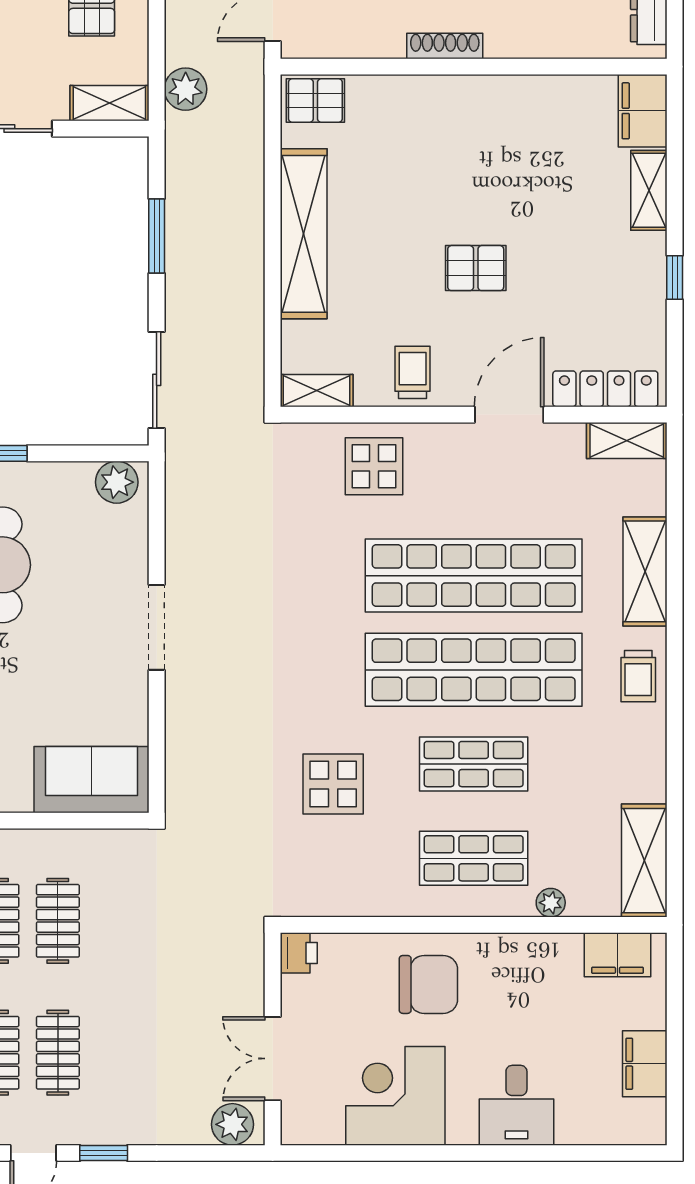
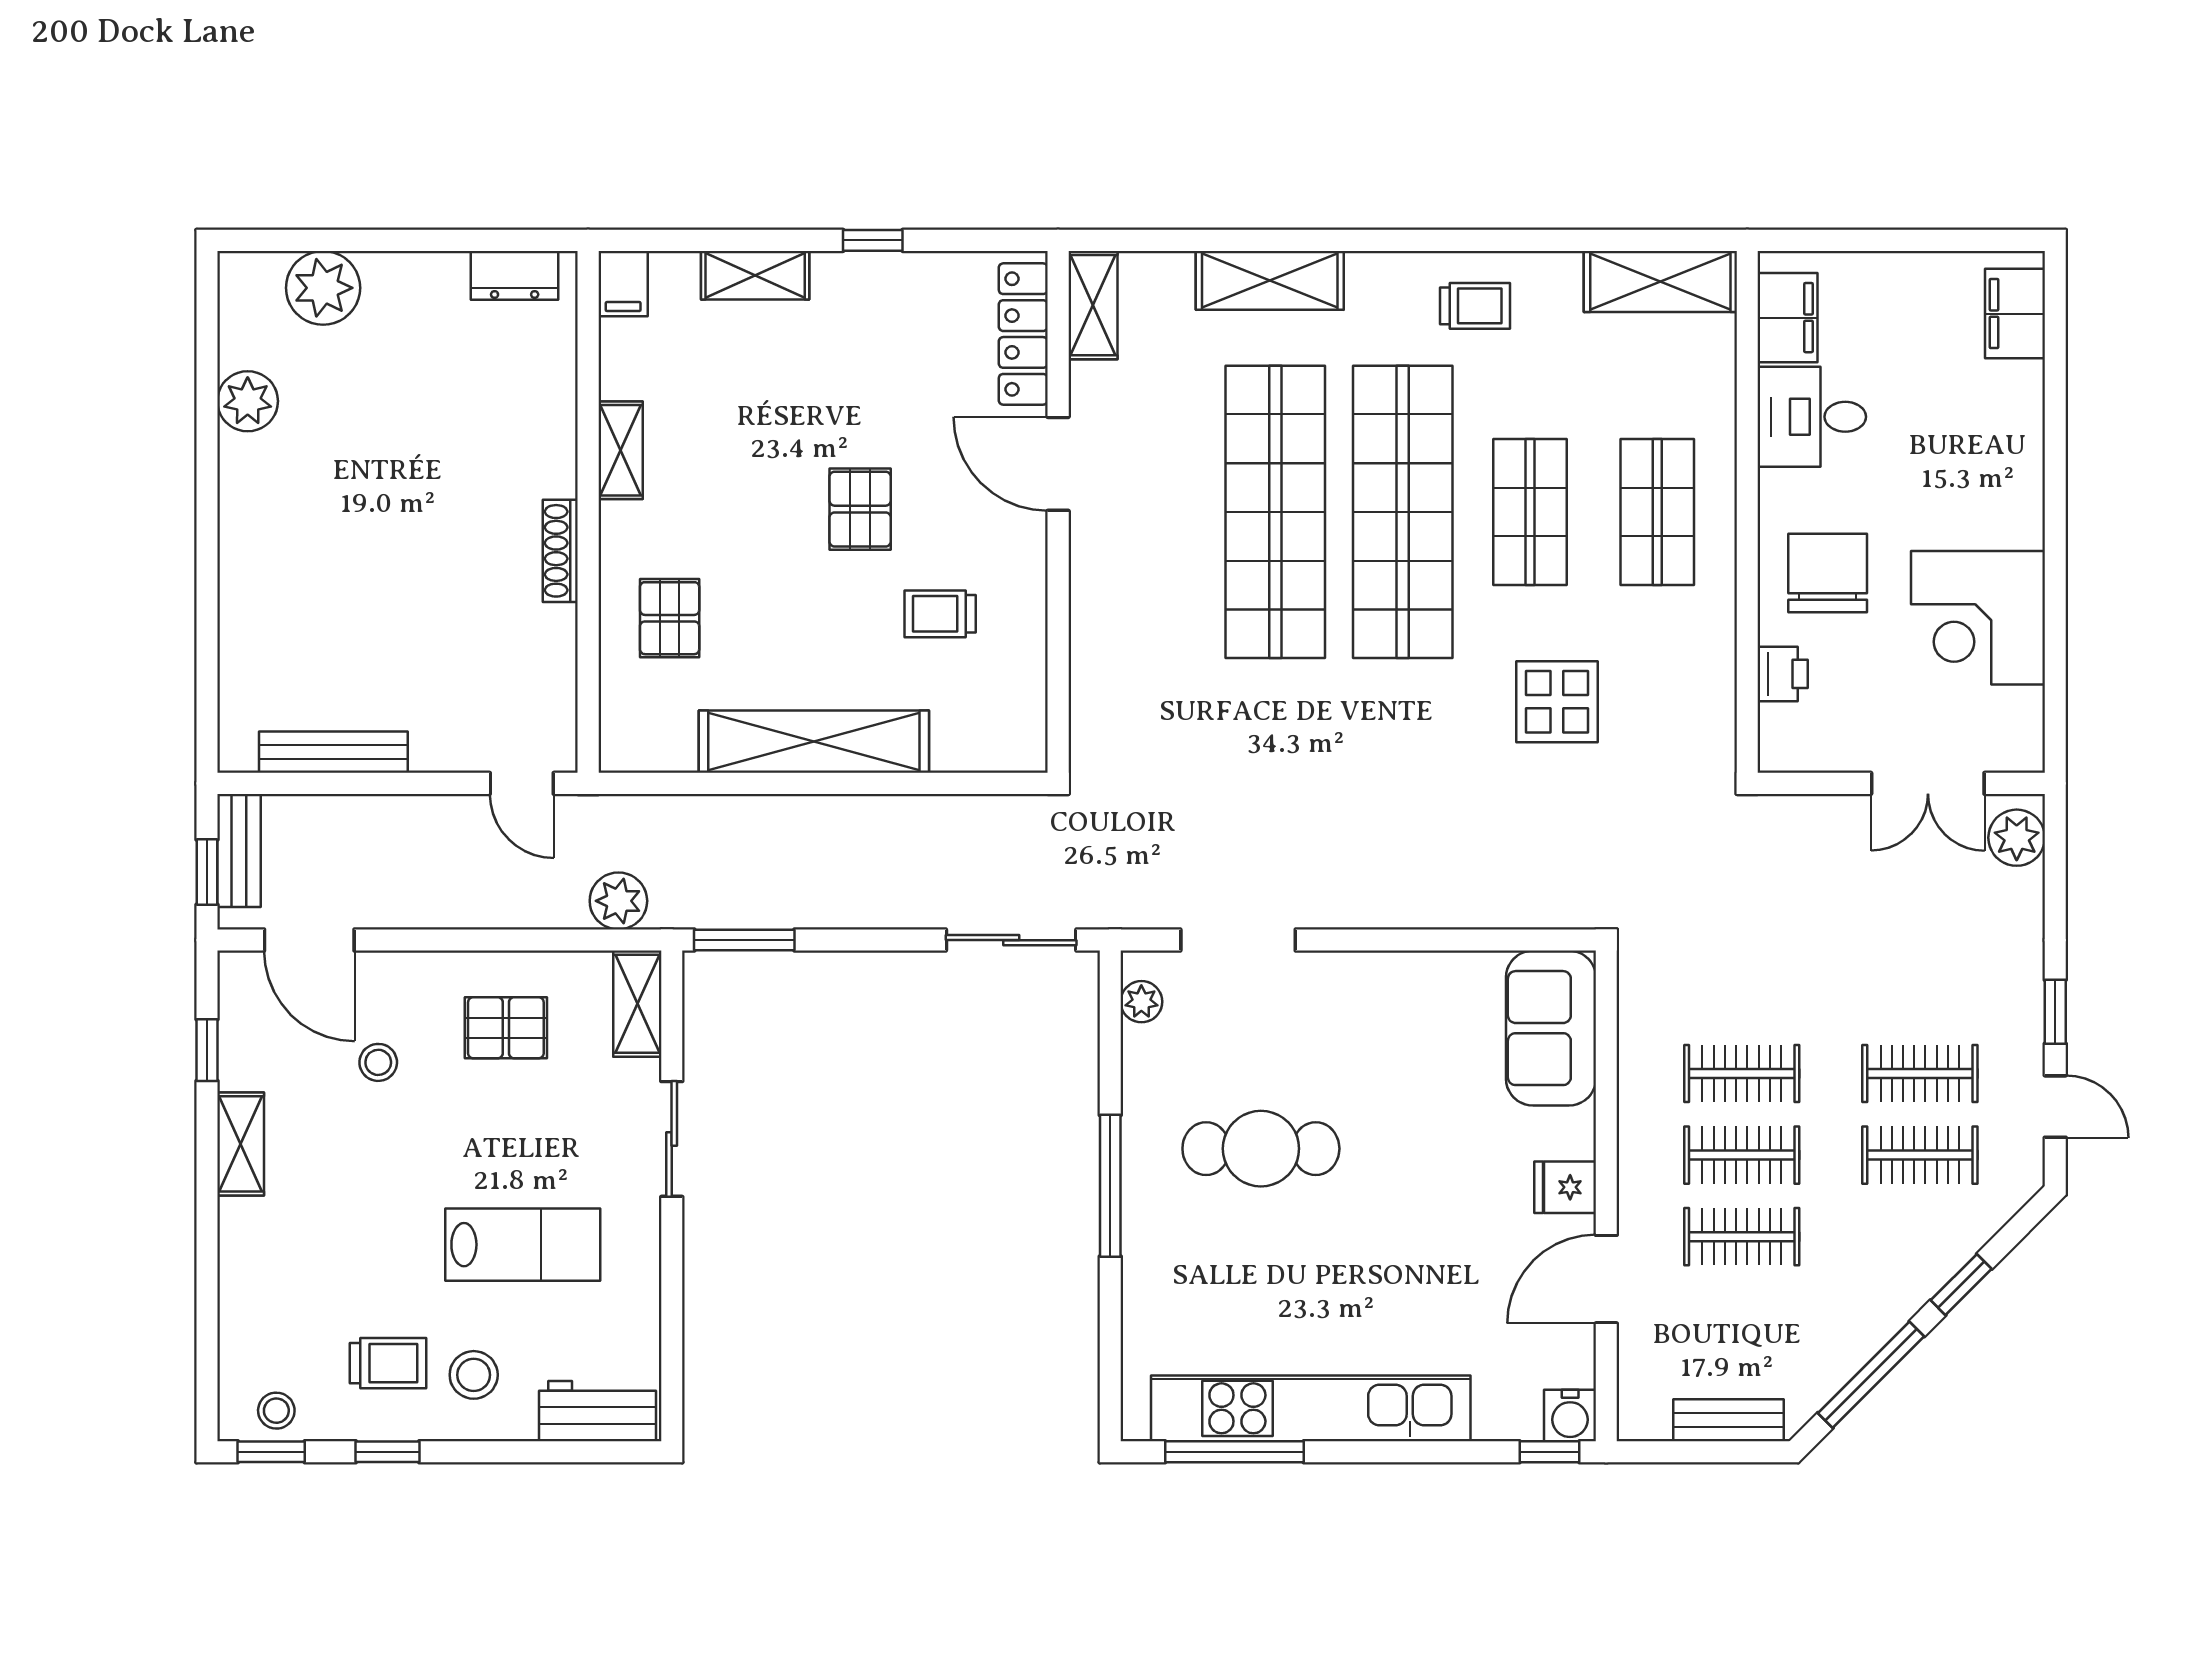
pallet: (315, 101) -> (670, 618), moved
filing cabinet: (643, 111) -> (623, 284), width x0.50
window: (157, 236) -> (744, 940), moved
trolley: (413, 372) -> (940, 614), moved
shelving: (317, 391) -> (621, 450), moved
display table: (374, 466) -> (1128, 647), removed
plant: (117, 482) -> (1141, 1002), width x0.73, depth x0.73
doorway: (157, 627) -> (1238, 940), moved
trolley: (638, 676) -> (1475, 306), moved
plant: (551, 903) -> (1717, 408), removed
printer: (299, 953) -> (1783, 674), moved, turned 90
filing cabinet: (645, 1064) -> (2015, 314), moved, turned 90
desk: (516, 1105) -> (1812, 417), moved, turned 180

